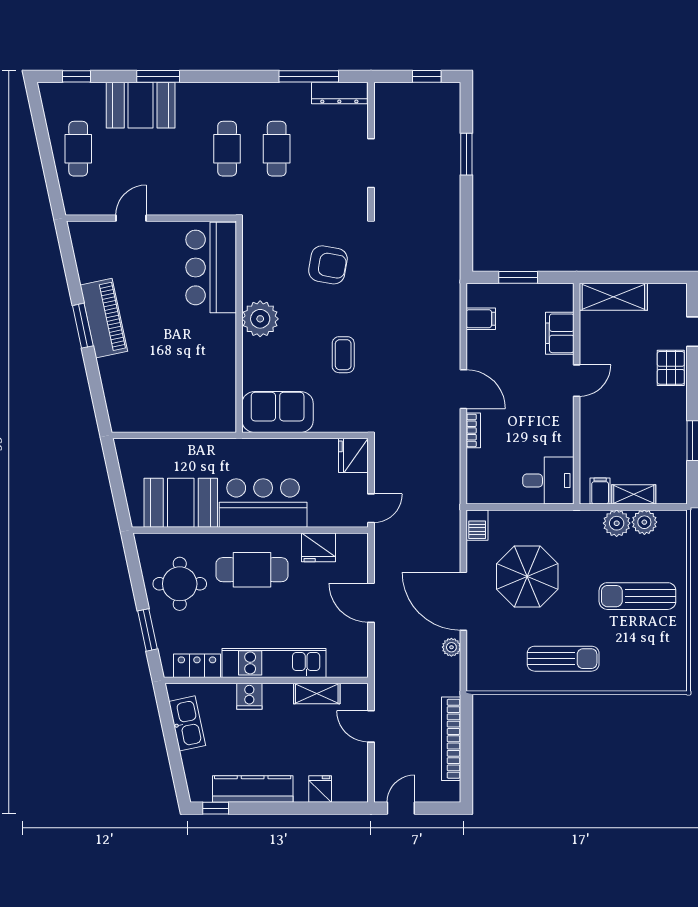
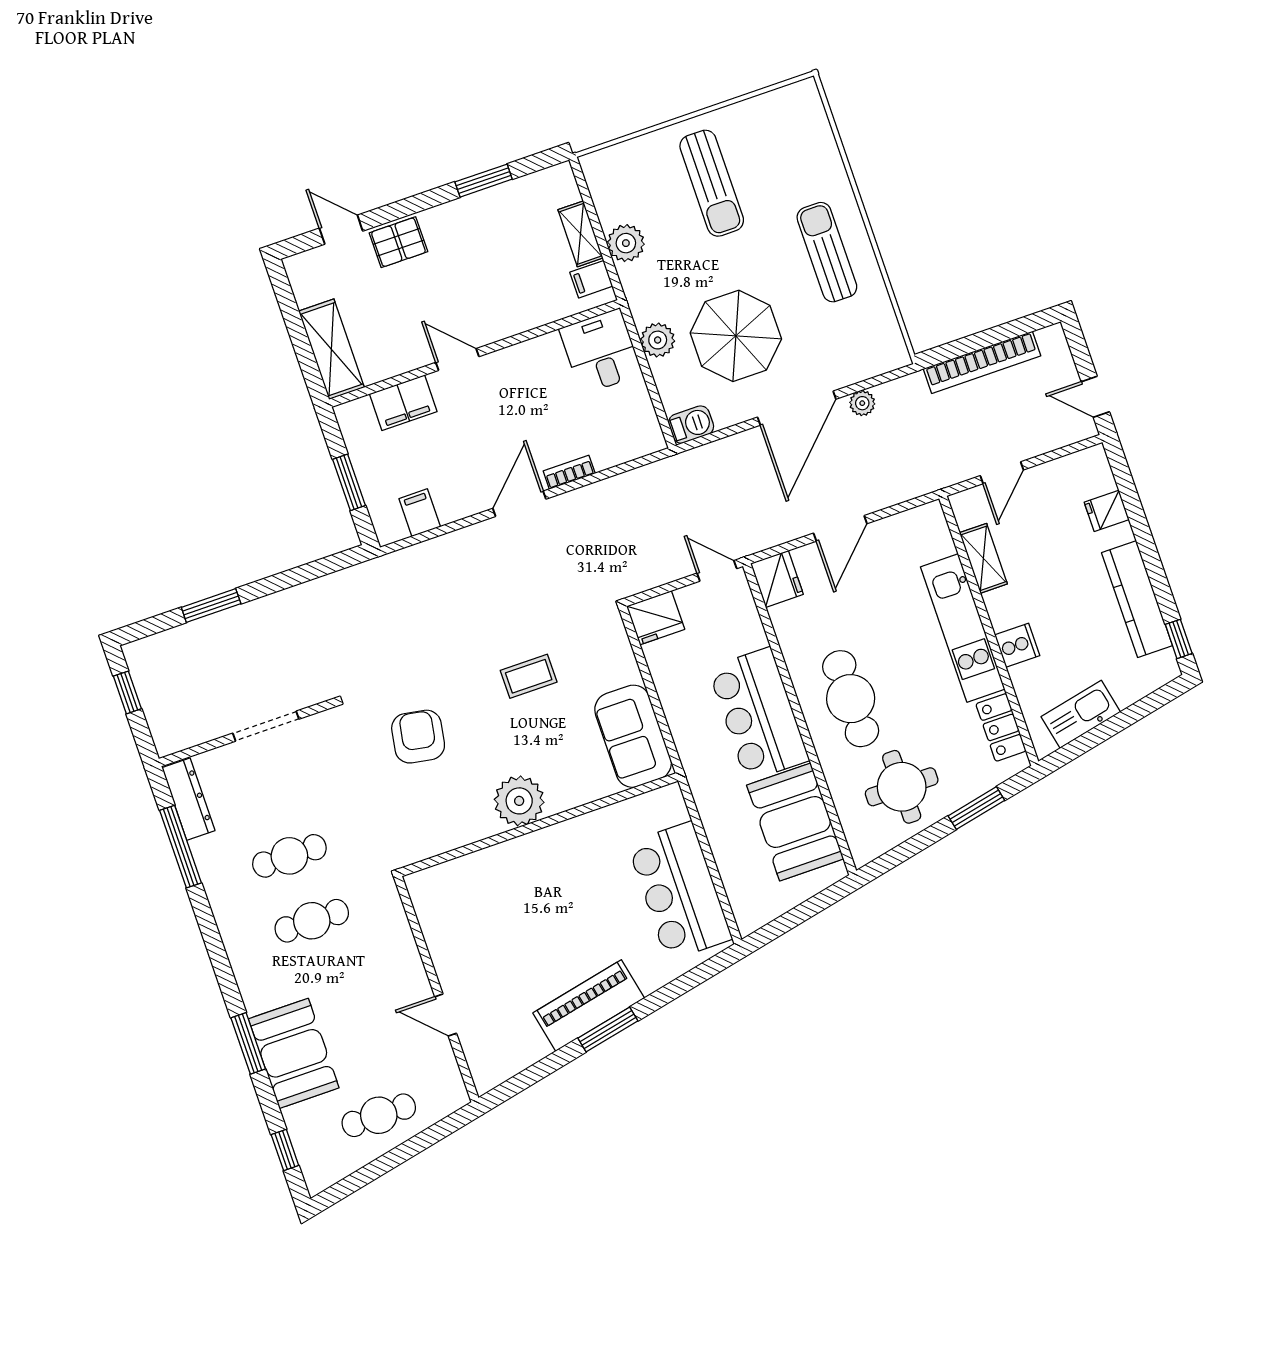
bar counter: (211, 267) -> (680, 891), moved, turned 90
plant: (644, 522) -> (658, 340), moved
fridge: (318, 547) -> (777, 579), moved

